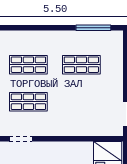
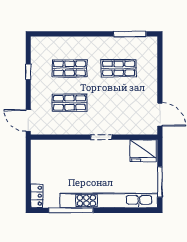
doorway: (21, 139) -> (101, 137), moved

